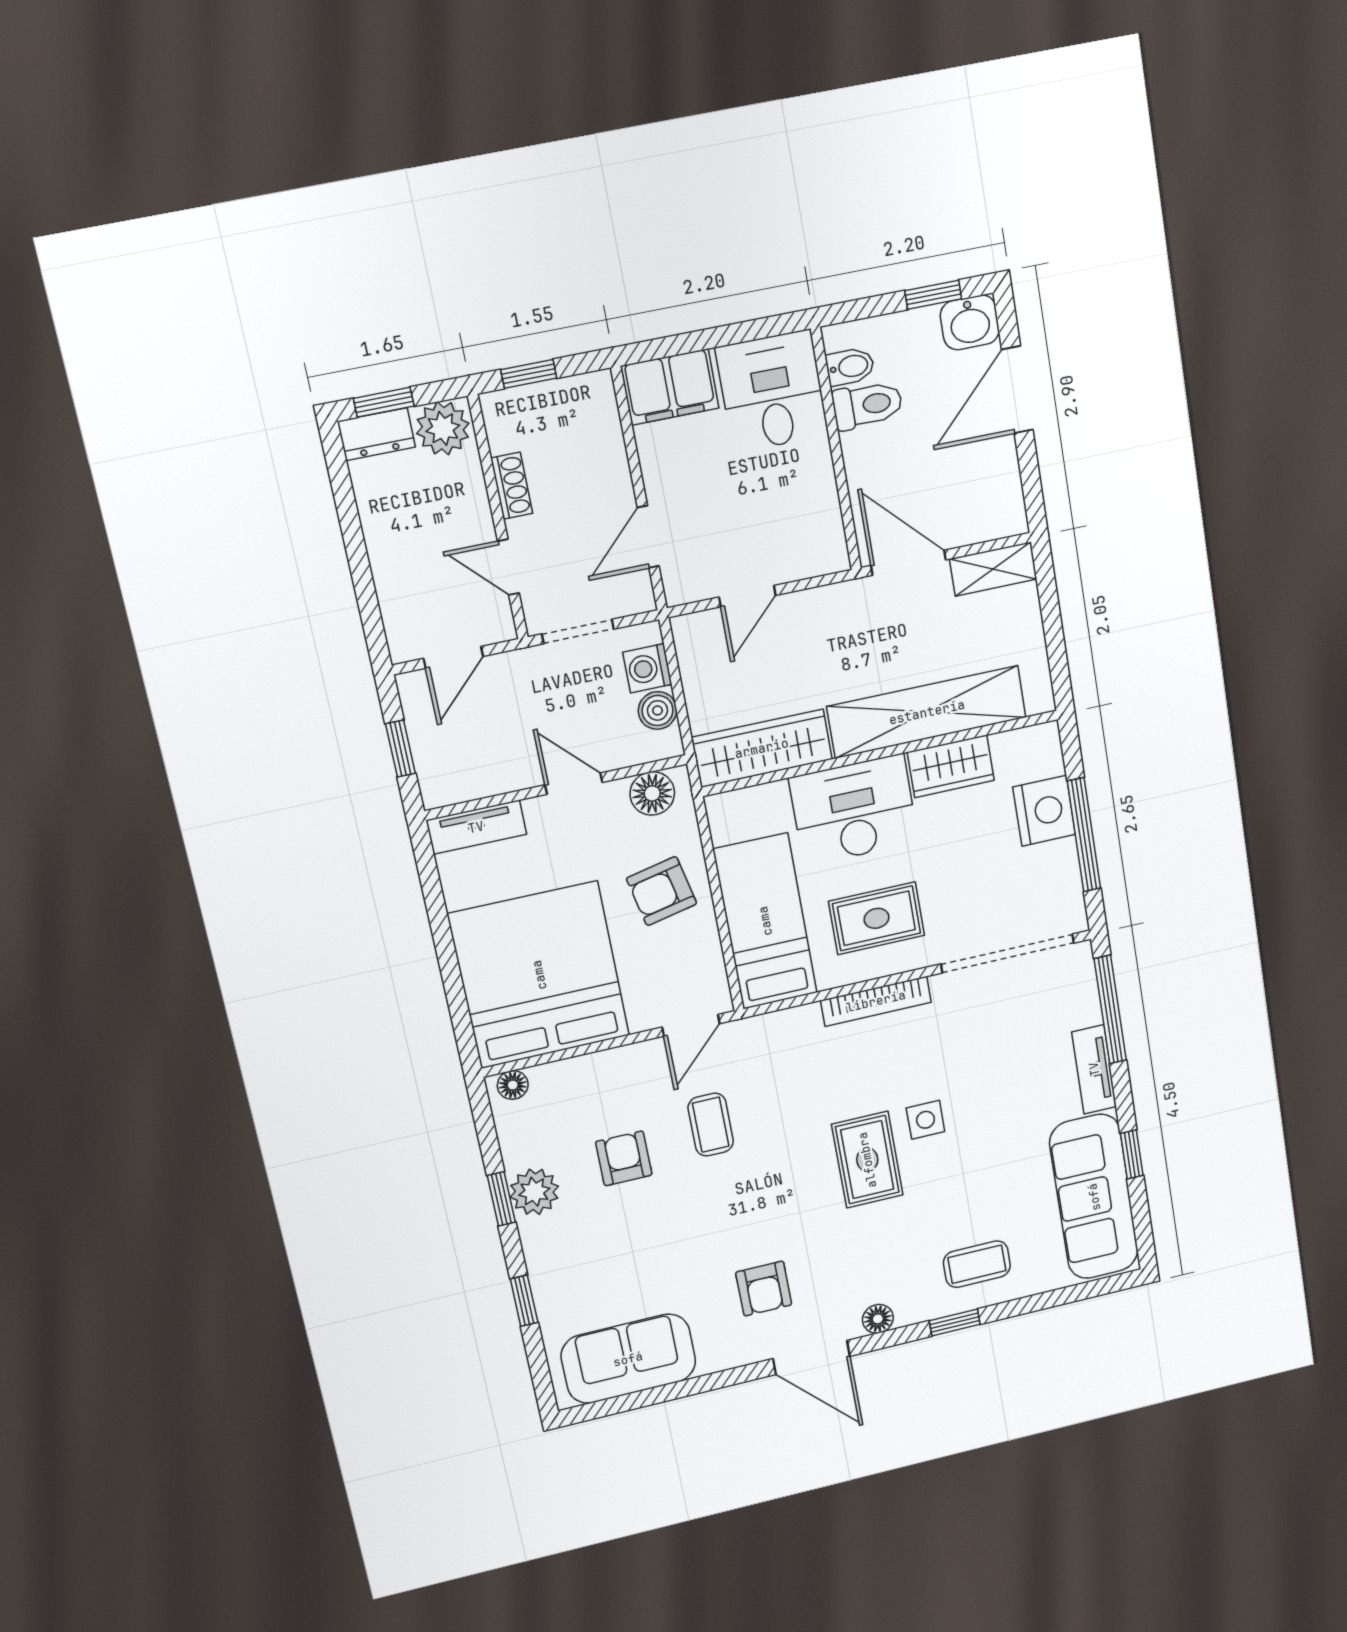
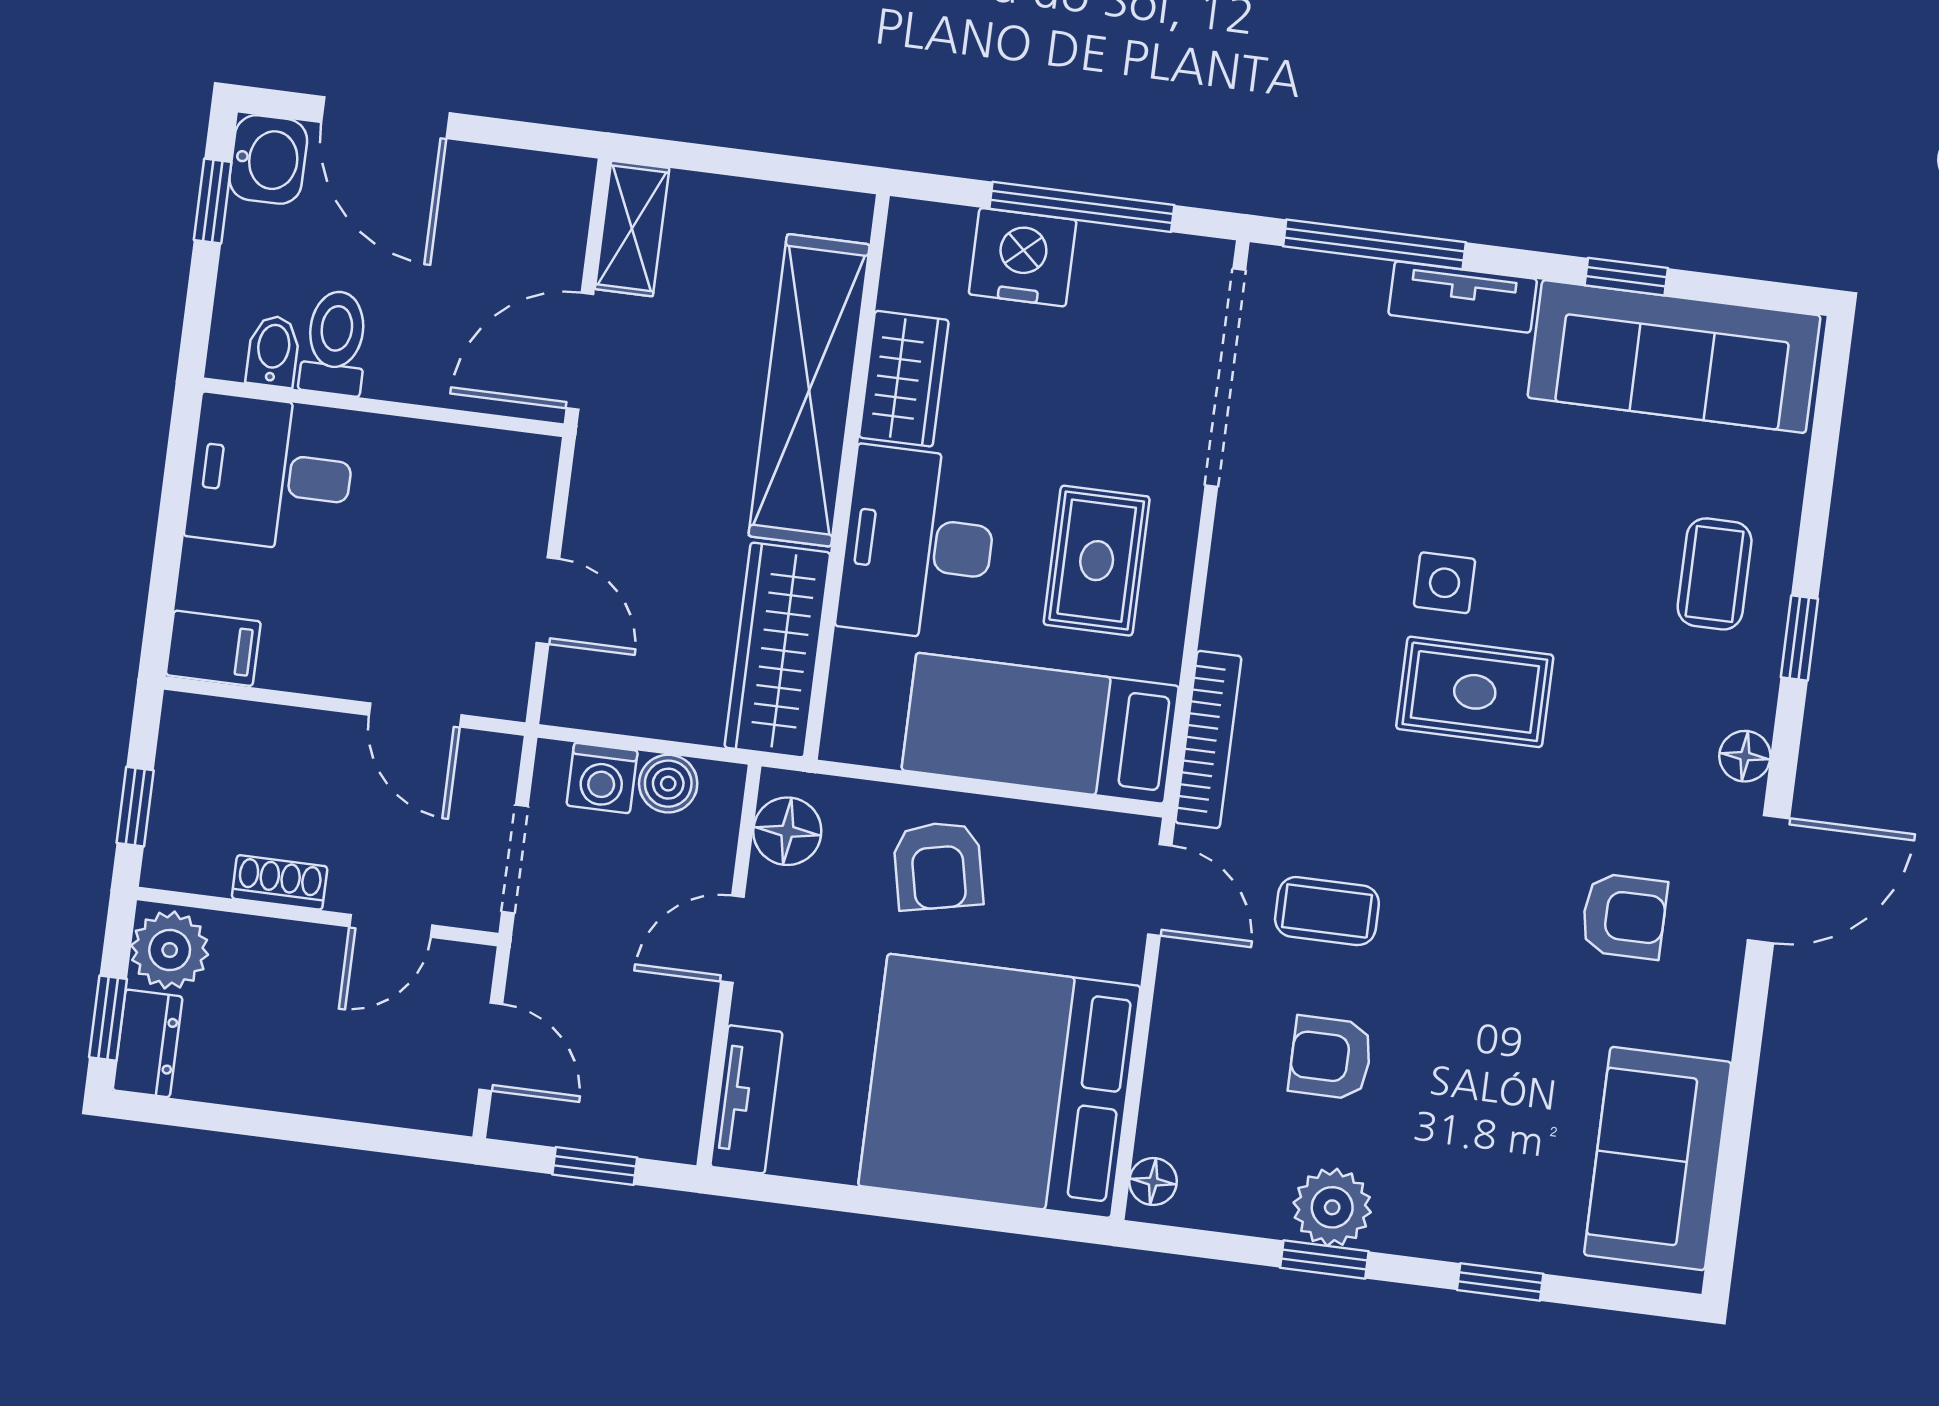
filing cabinet: (670, 387) -> (213, 648), width x0.50
bookcase: (876, 1001) -> (1208, 740), moved

